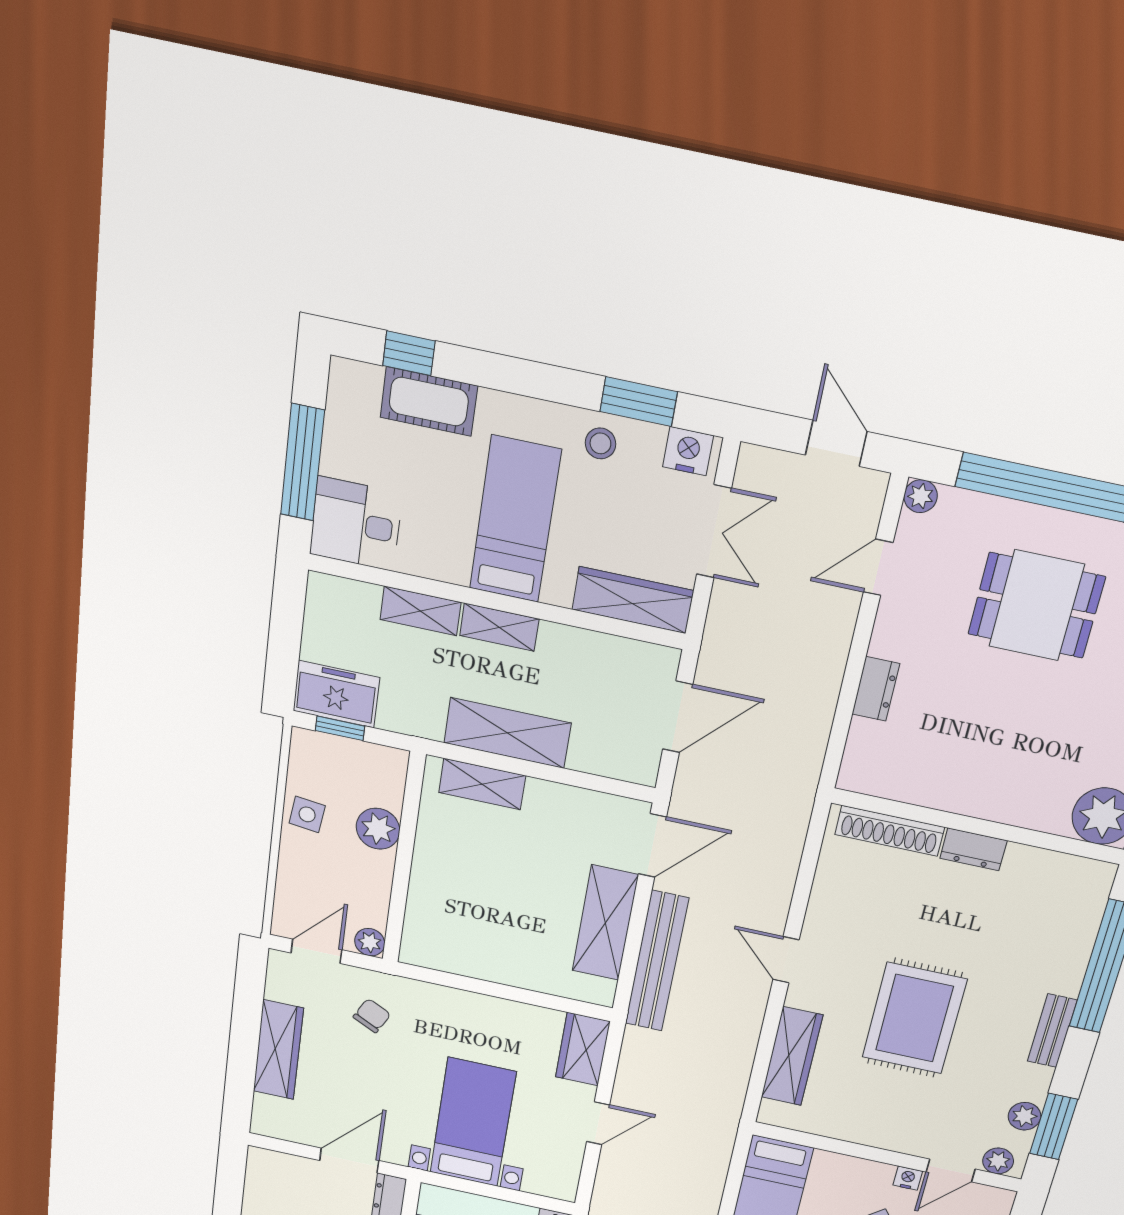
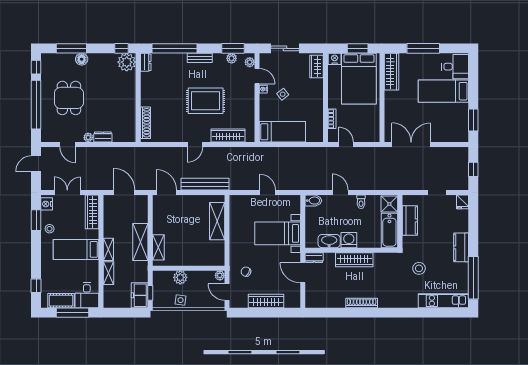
cot: (429, 402) -> (61, 301), moved, turned 90
plant: (921, 496) -> (88, 137), moved
dresser: (973, 849) -> (146, 62), moved
shelving: (605, 923) -> (217, 221), moved, turned 90
wardrobe: (583, 1049) -> (242, 202), removed

